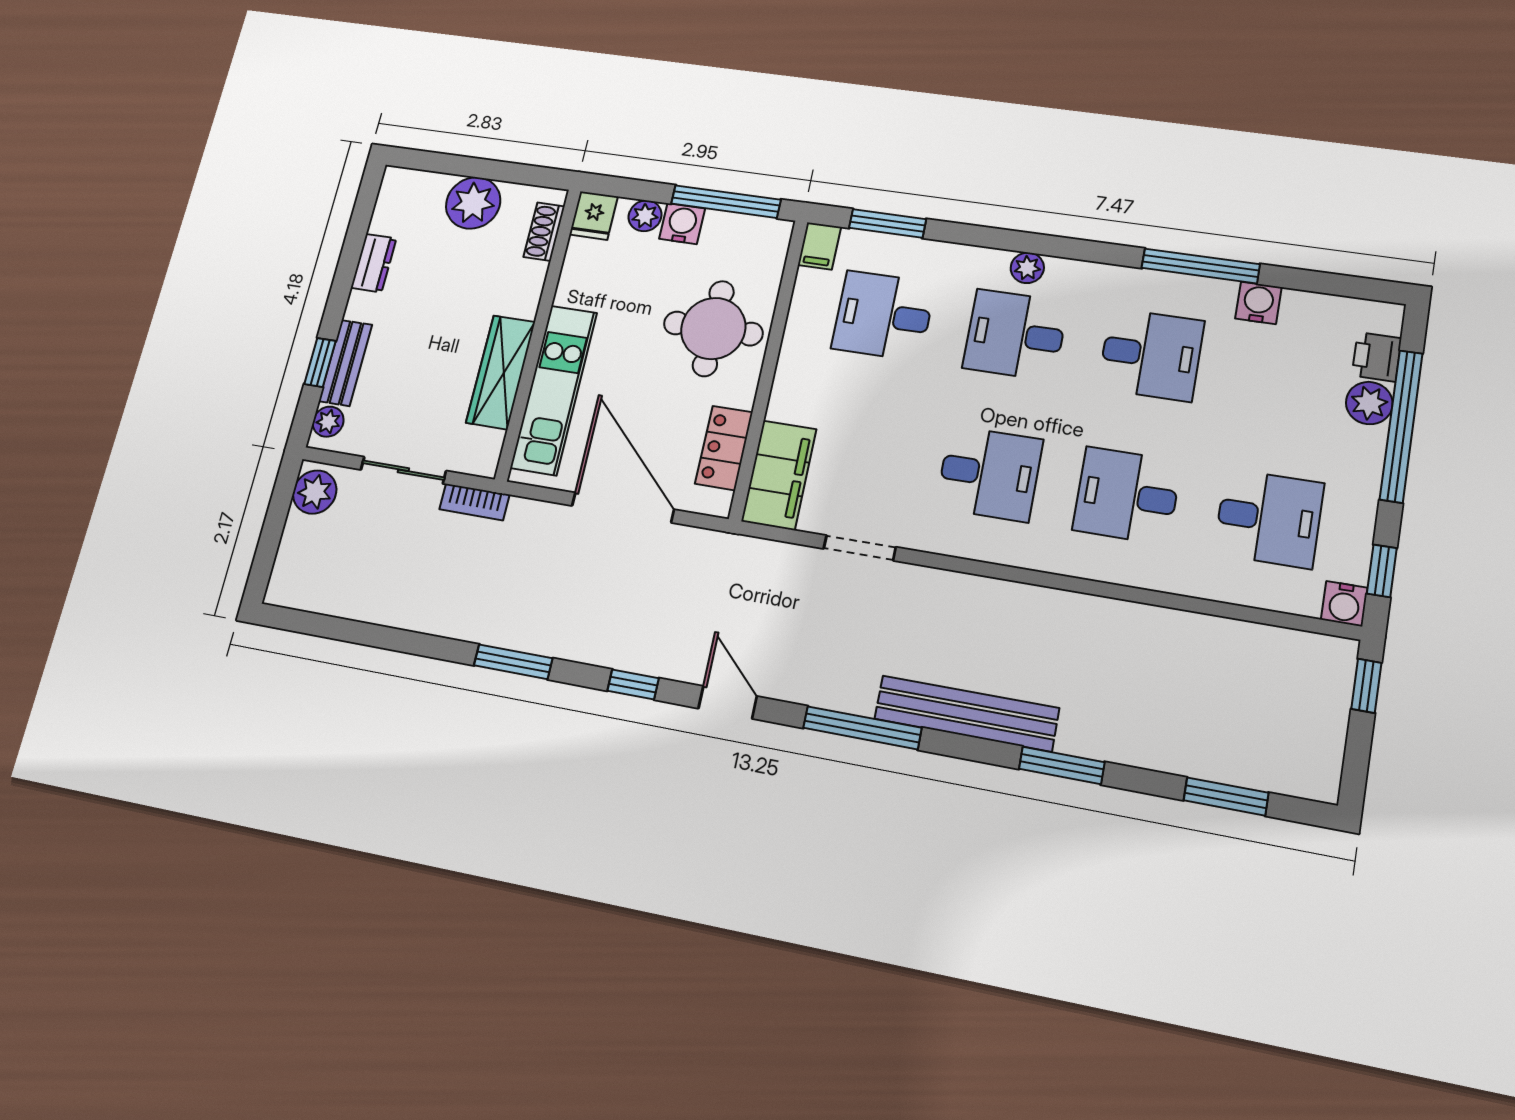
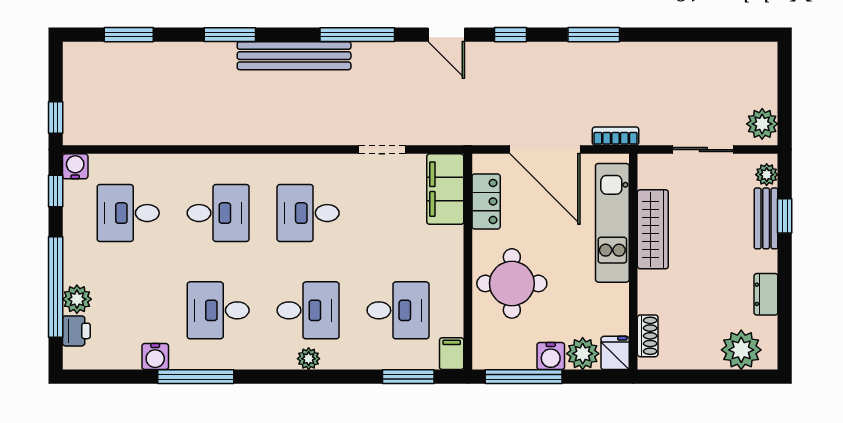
plant: (473, 203) -> (741, 350), moved
plant: (645, 216) -> (583, 354), width x1.38, depth x1.38
bookcase: (474, 502) -> (616, 136), moved

